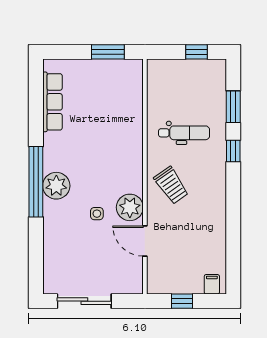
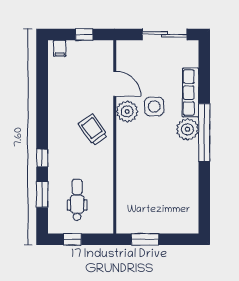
row of seats: (52, 102) -> (191, 93), moved
dental chair: (184, 133) -> (77, 200), moved, turned 90
side table: (97, 214) -> (154, 106), width x1.87, depth x1.87

